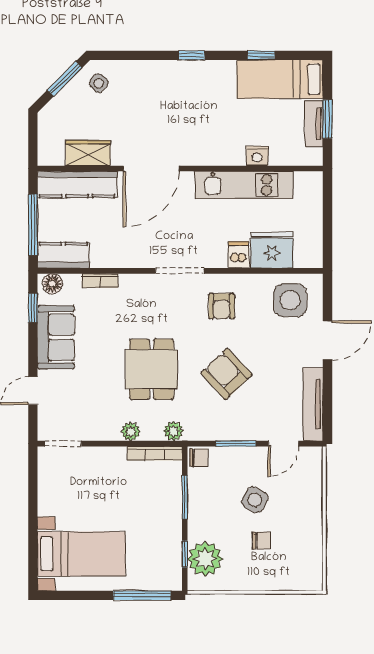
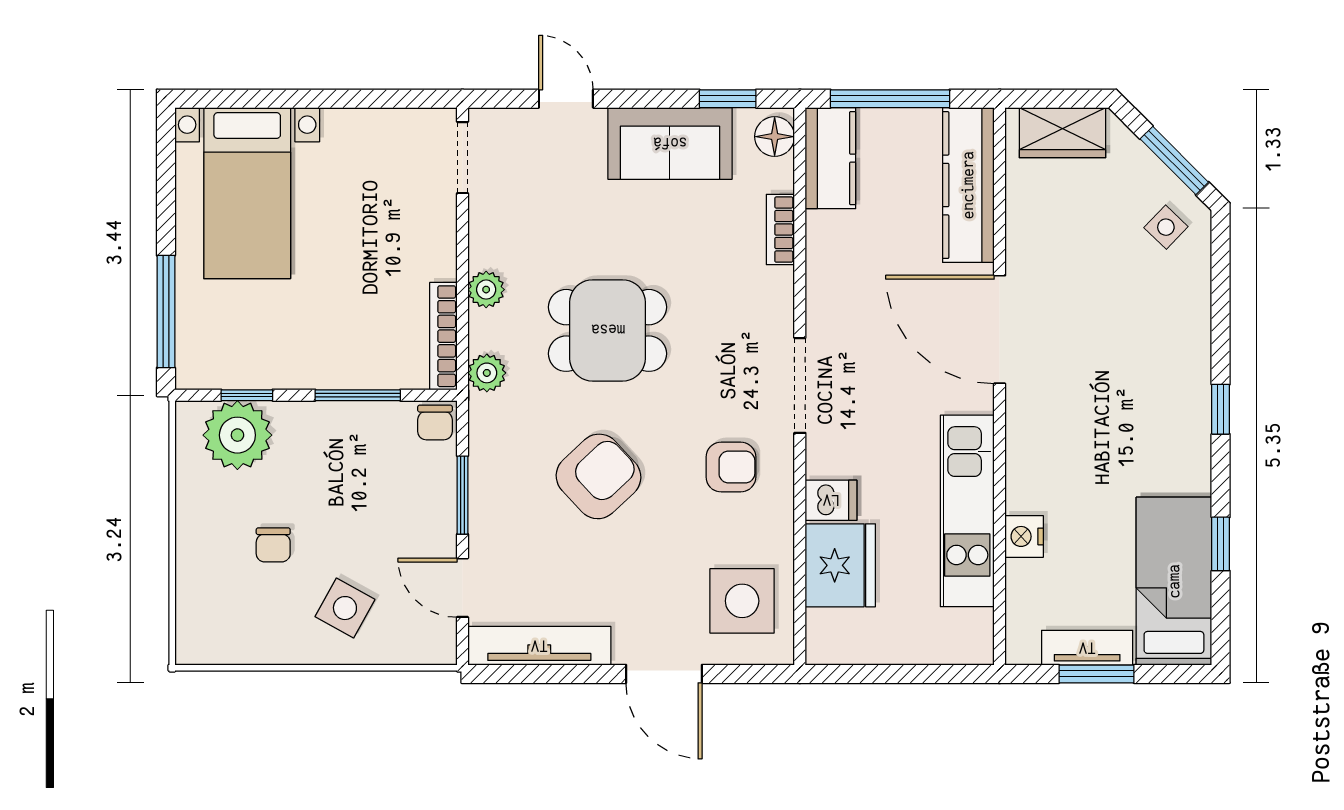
wardrobe: (88, 153) -> (1063, 133), moved, turned 90
armchair: (222, 306) -> (731, 467), turned 180
side table: (255, 500) -> (345, 608), moved

